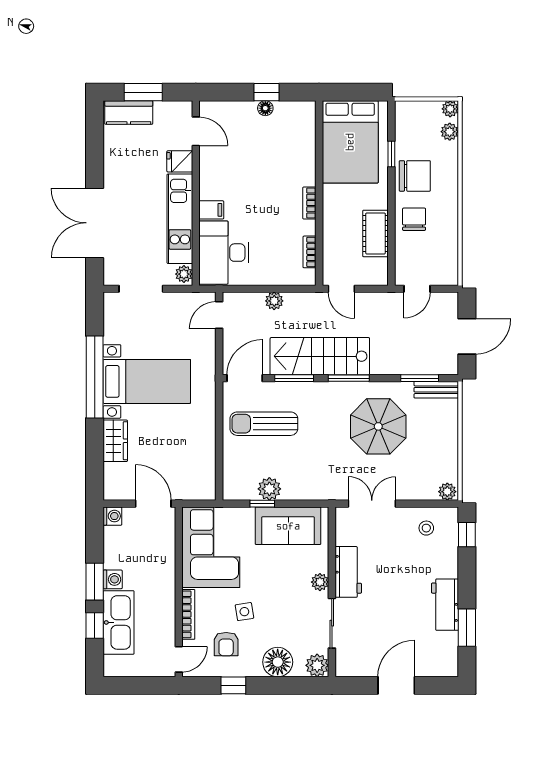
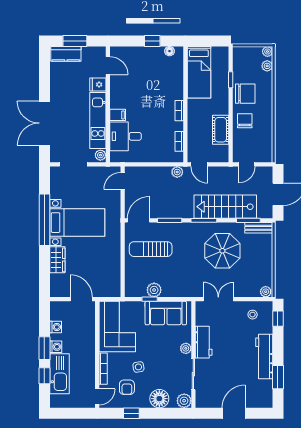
floor lamp: (265, 108) -> (169, 51), moved
bed: (350, 142) -> (199, 72), width x0.67
desk: (224, 253) -> (126, 136), width x0.73
plant: (274, 301) -> (177, 172), moved
stairs: (320, 356) -> (225, 207), moved
washing machine: (112, 516) -> (56, 327), moved
workbench: (445, 605) -> (264, 357), width x1.37

